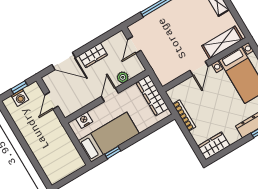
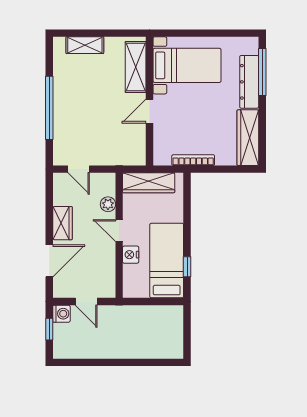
door: (199, 68) -> (150, 111), swing flipped
washing machine: (20, 98) -> (61, 314), moved
nightstand: (84, 120) -> (131, 255), moved
wardrobe: (214, 146) -> (248, 138), width x1.50

